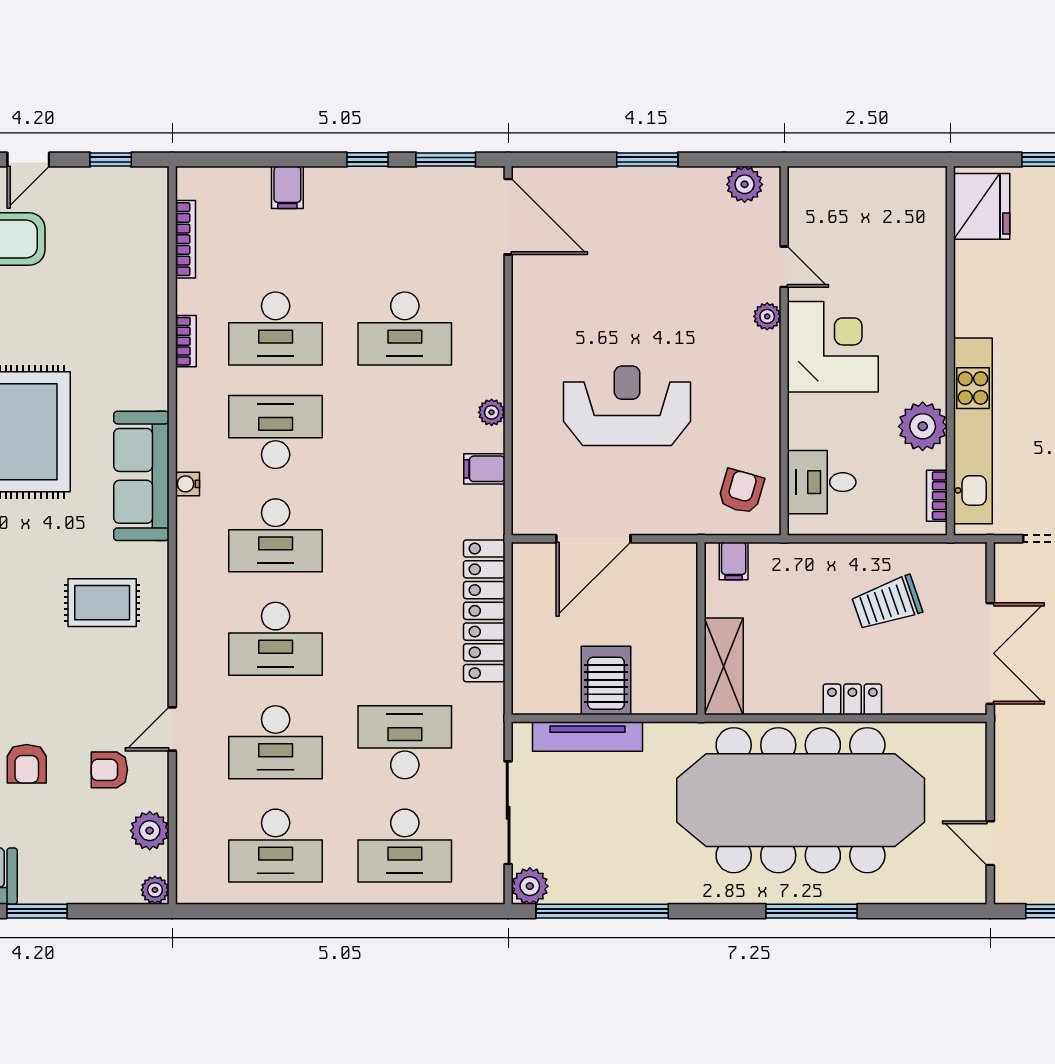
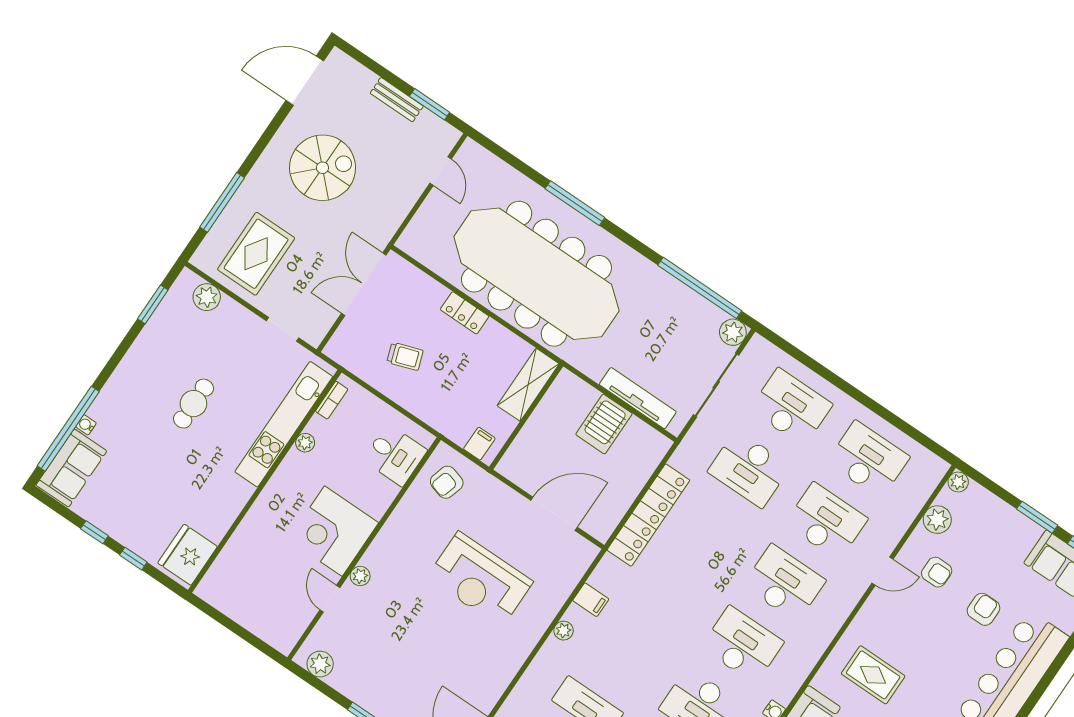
plant: (923, 426) -> (305, 443), width x0.53, depth x0.53
trolley: (887, 603) -> (405, 356), width x0.73, depth x0.72

